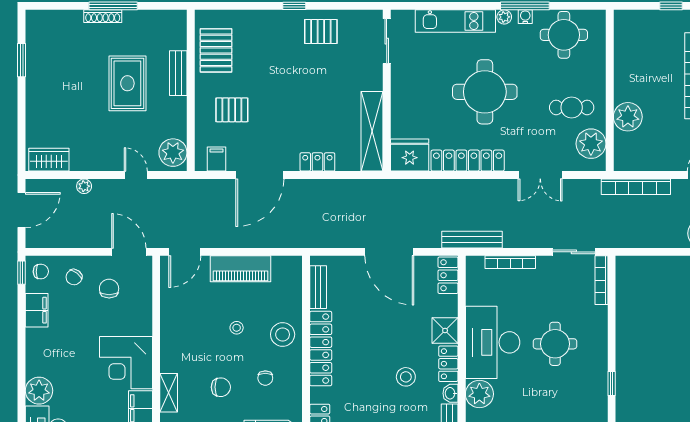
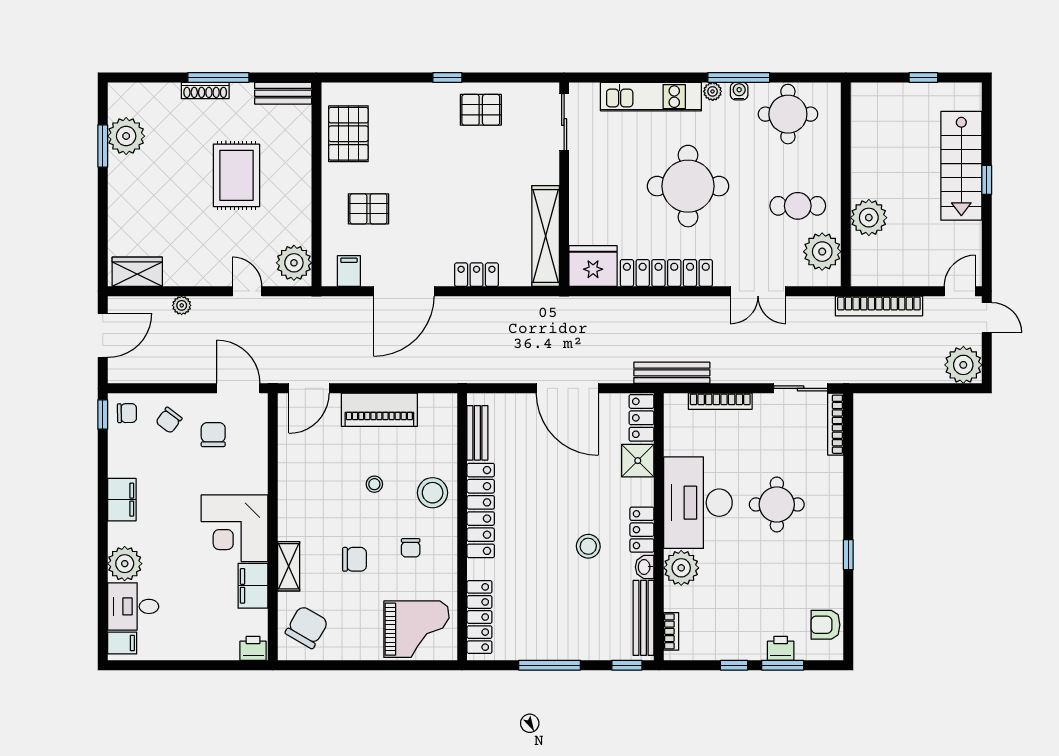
plant: (40, 52) -> (126, 136), added
bench: (178, 73) -> (283, 93), moved, turned 90
filing cabinet: (37, 310) -> (122, 500), moved
shower: (445, 331) -> (638, 461), moved

